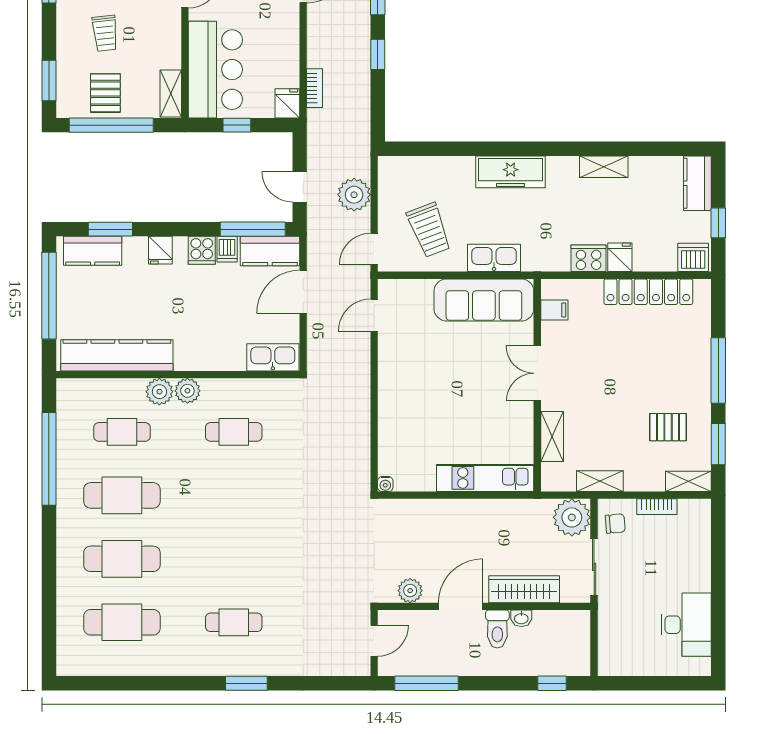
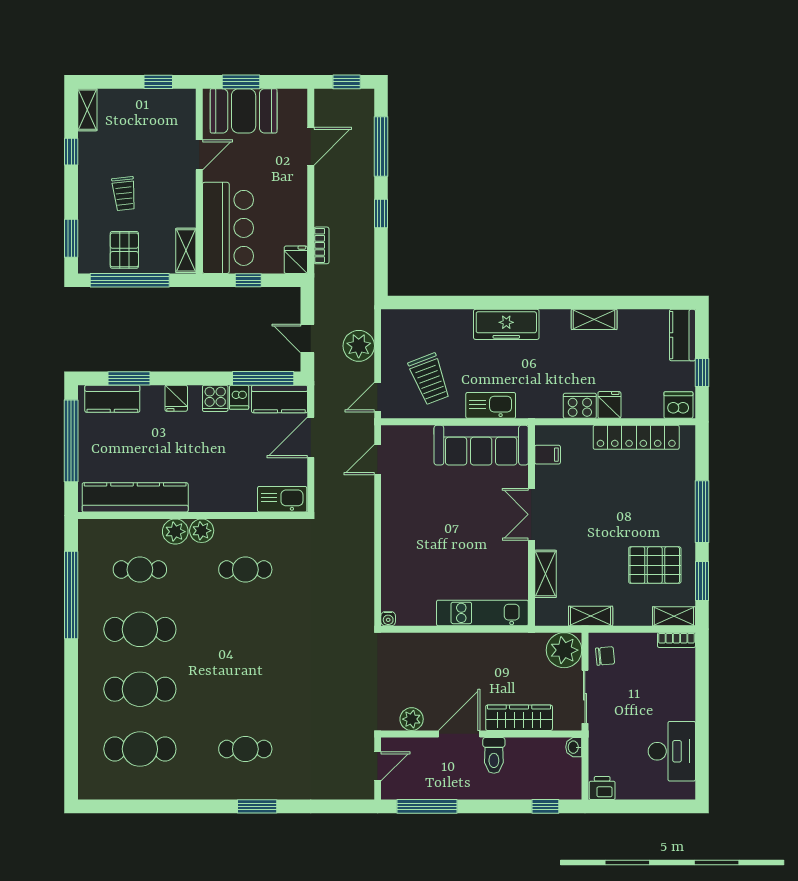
pallet: (668, 427) -> (655, 565), width x1.50, depth x1.42
bookcase: (657, 507) -> (676, 640), moved
washbasin: (521, 618) -> (574, 747), moved, turned 90
printer: (612, 664) -> (602, 788), added

